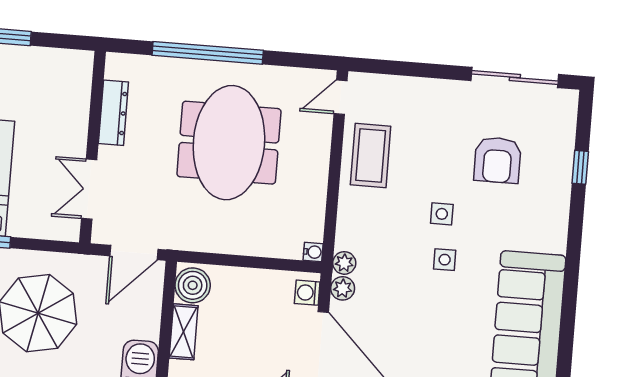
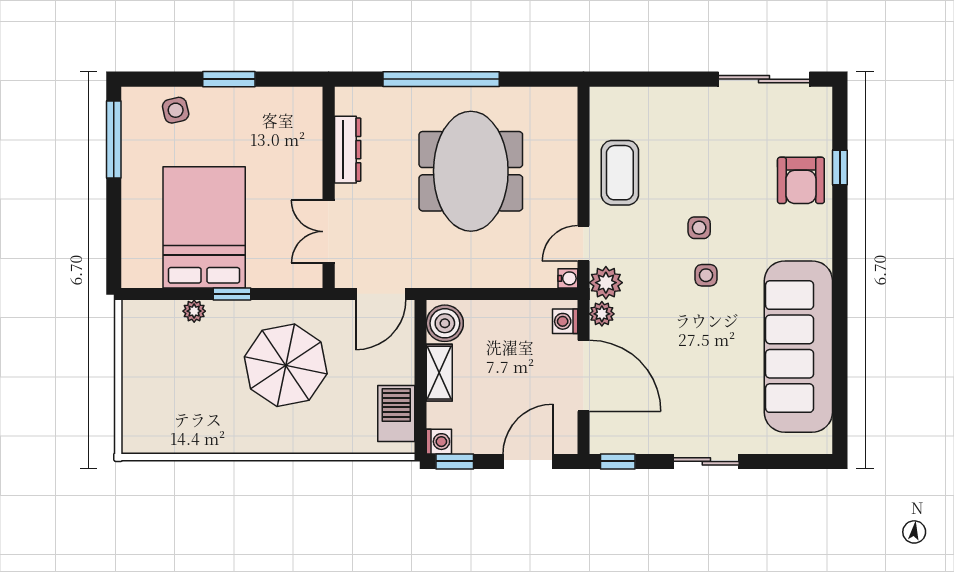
door: (340, 97) -> (584, 243), moved
armchair: (497, 160) -> (801, 180), moved
plant: (344, 263) -> (606, 283), width x1.38, depth x1.38

